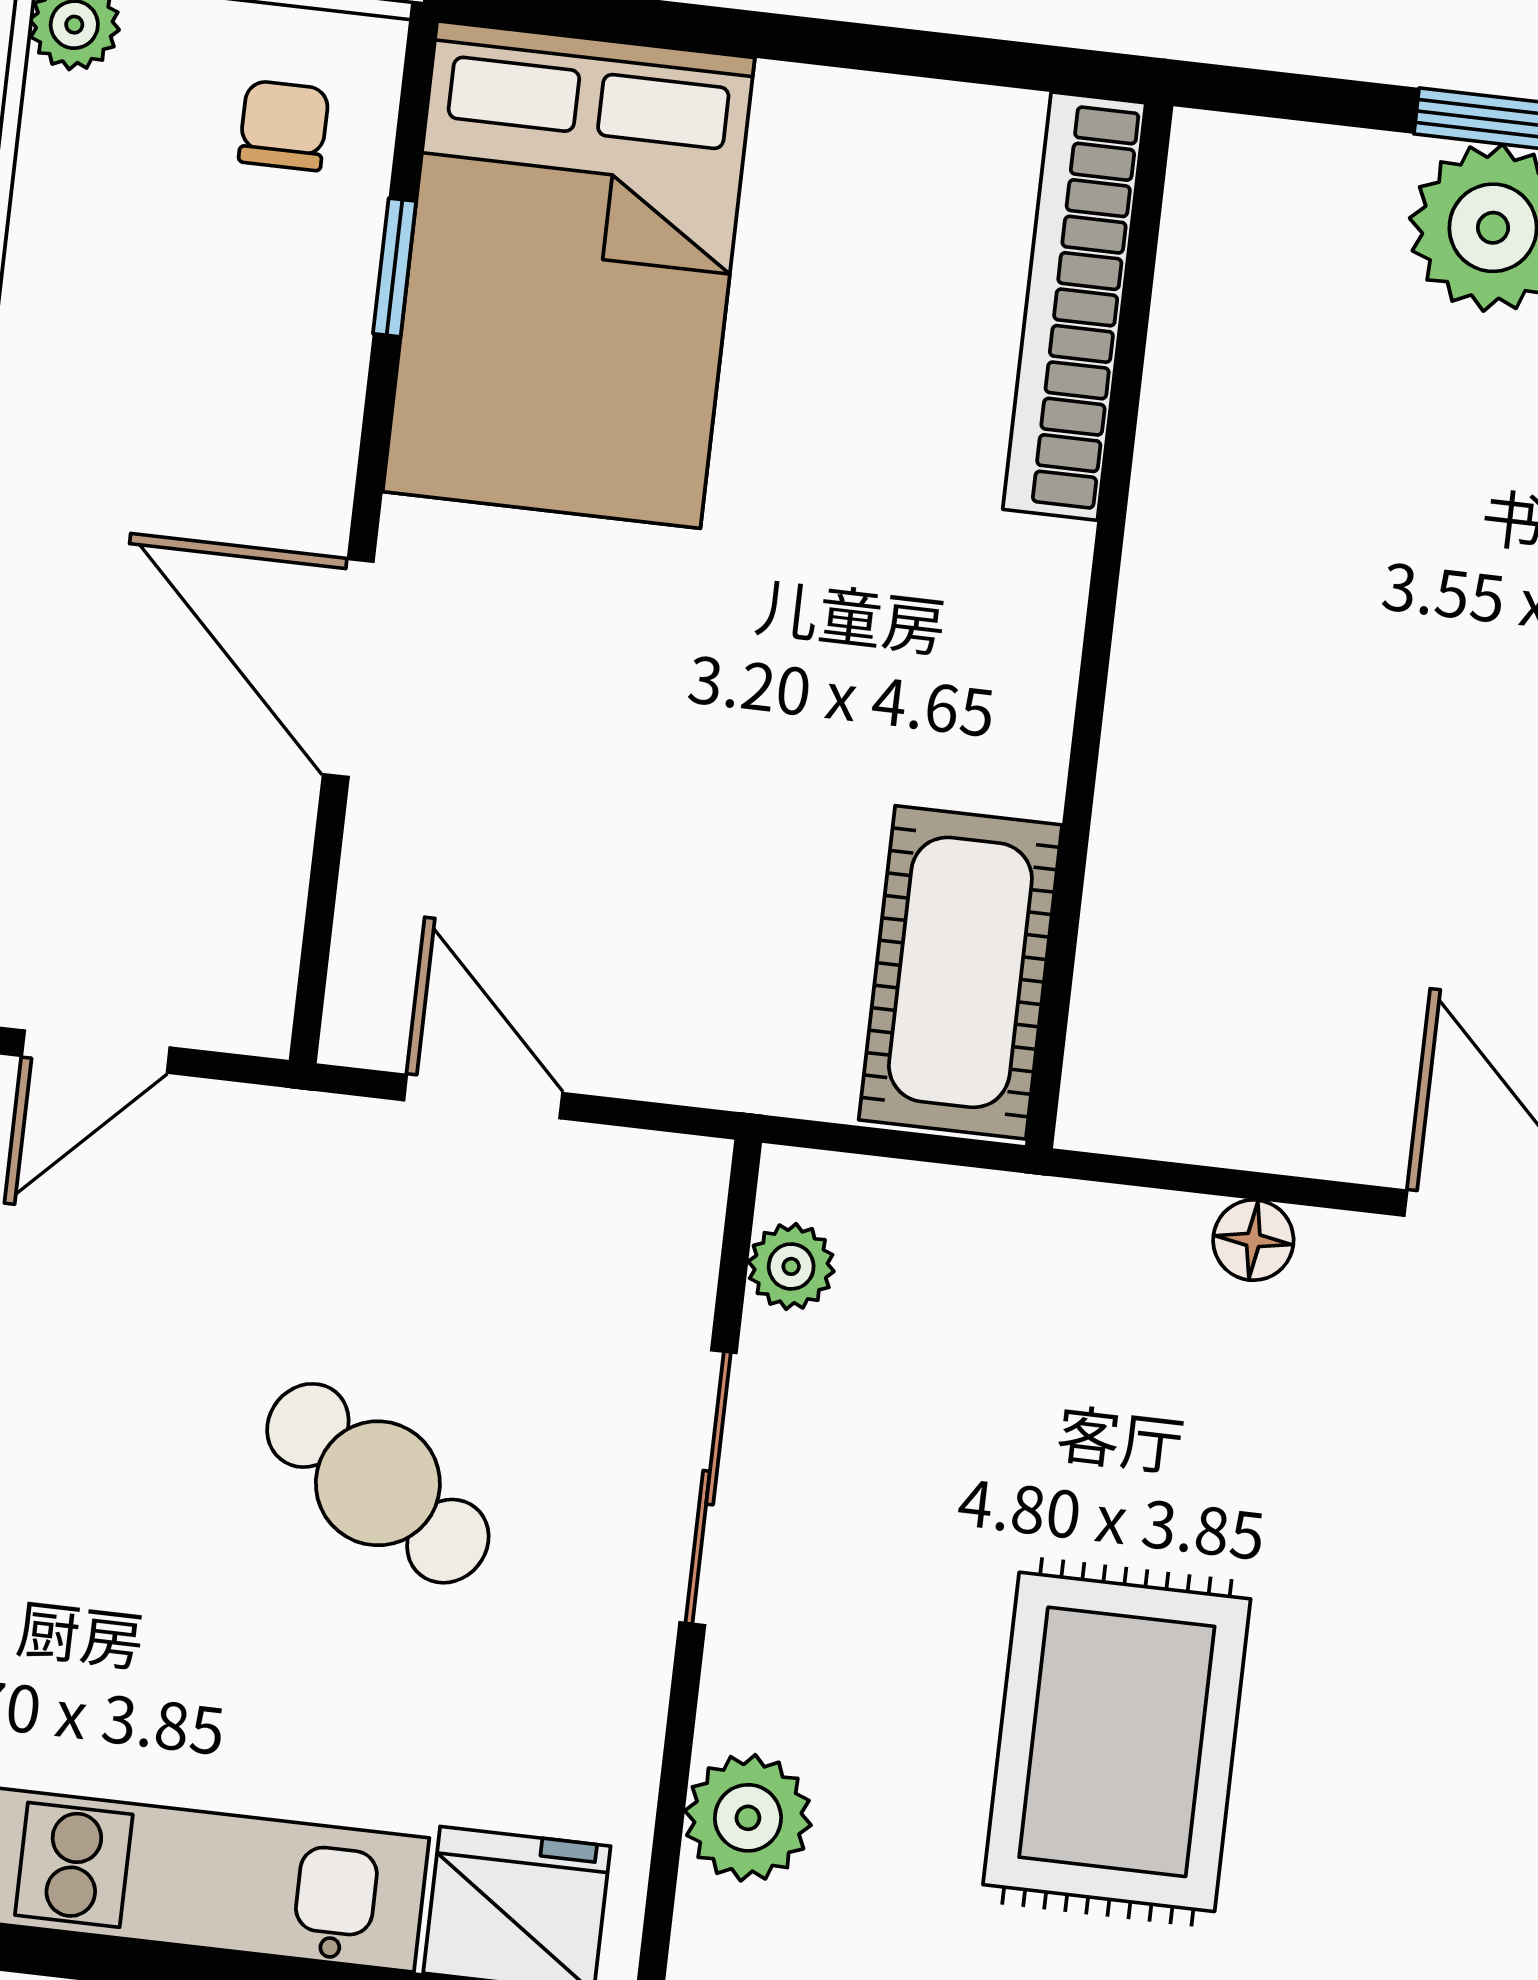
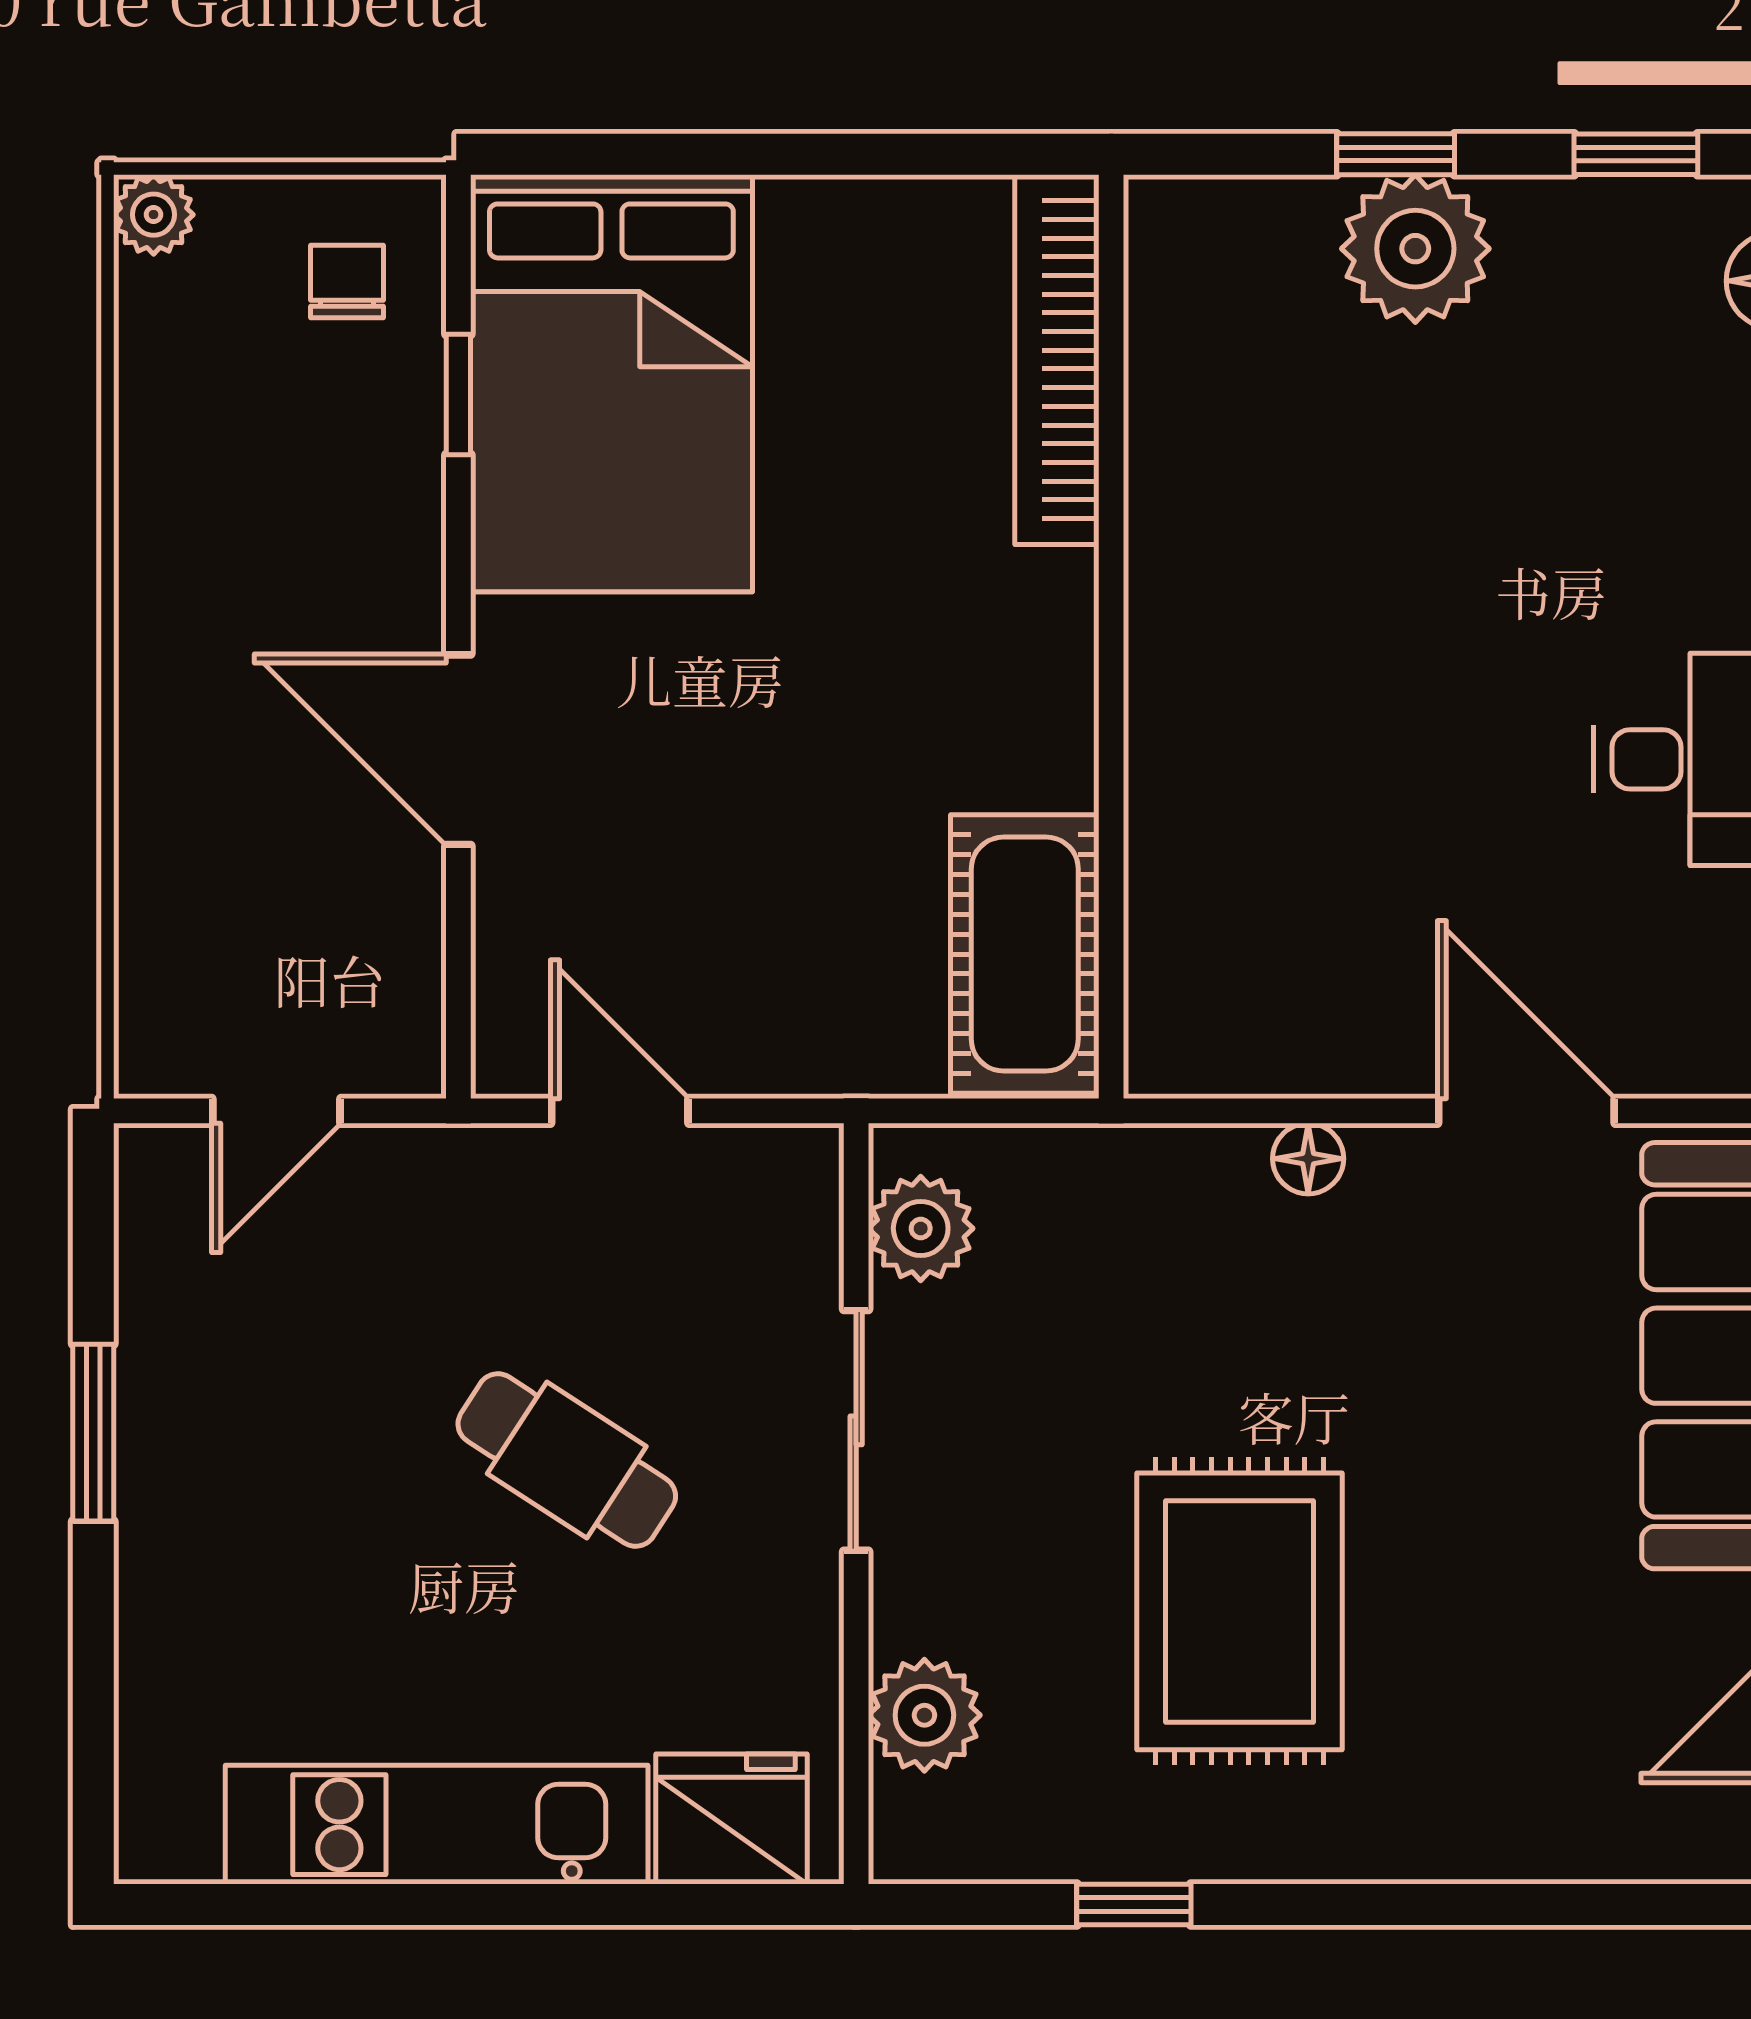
plant: (791, 1266) -> (921, 1228), width x1.38, depth x1.38

